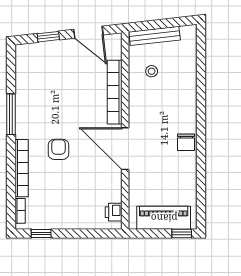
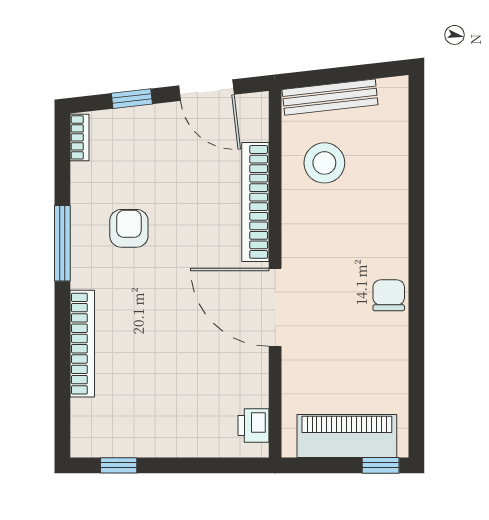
stool: (152, 71) -> (324, 163), width x1.89, depth x1.89
chair: (186, 142) -> (389, 295), turned 180
armchair: (59, 149) -> (129, 228), moved
bookcase: (20, 211) -> (80, 137), moved

